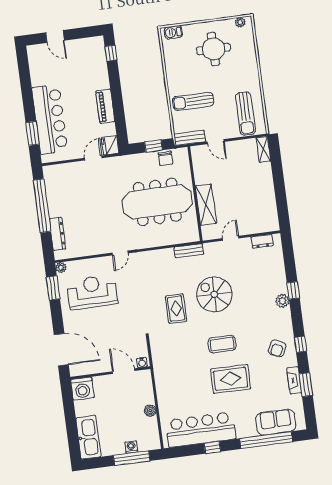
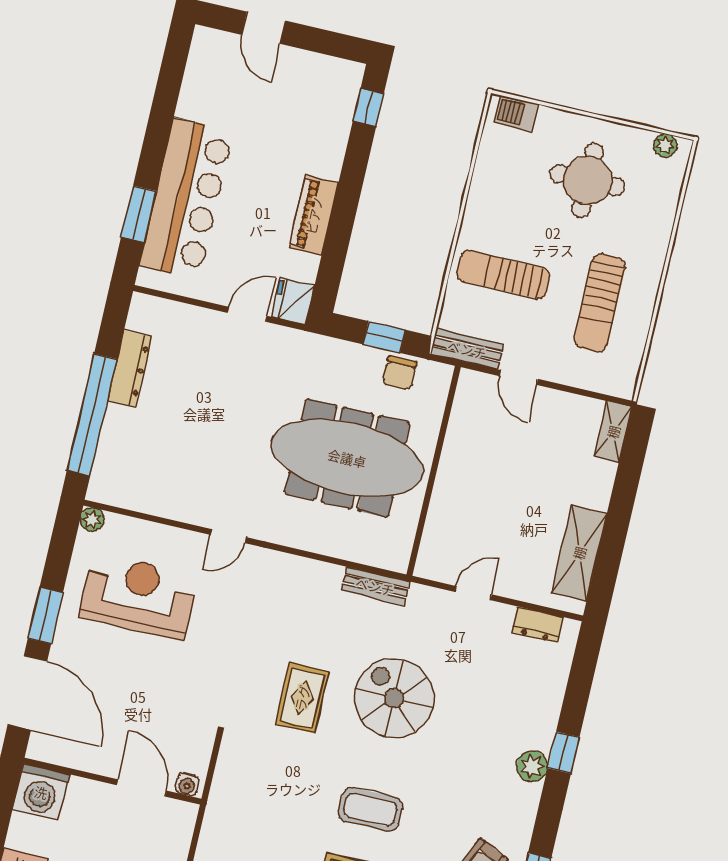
sun lounger: (245, 114) -> (600, 303), moved
shelving: (206, 205) -> (579, 553), moved
window: (42, 206) -> (92, 415), moved
dresser: (57, 234) -> (130, 369), moved
window: (53, 288) -> (45, 615), moved

